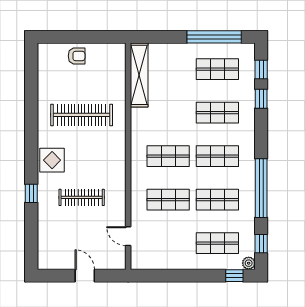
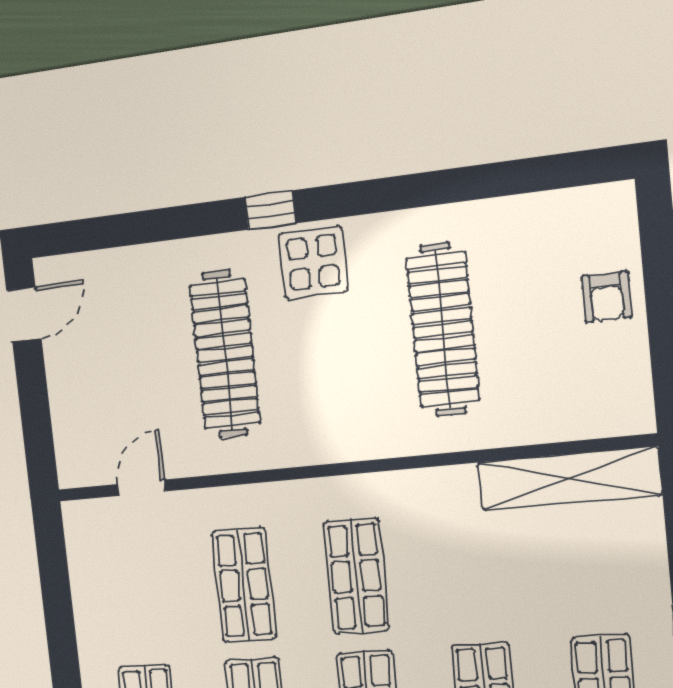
window: (31, 193) -> (270, 210), moved
clothes rail: (82, 197) -> (225, 354), width x1.37, depth x1.31
door: (85, 276) -> (24, 315), moved

